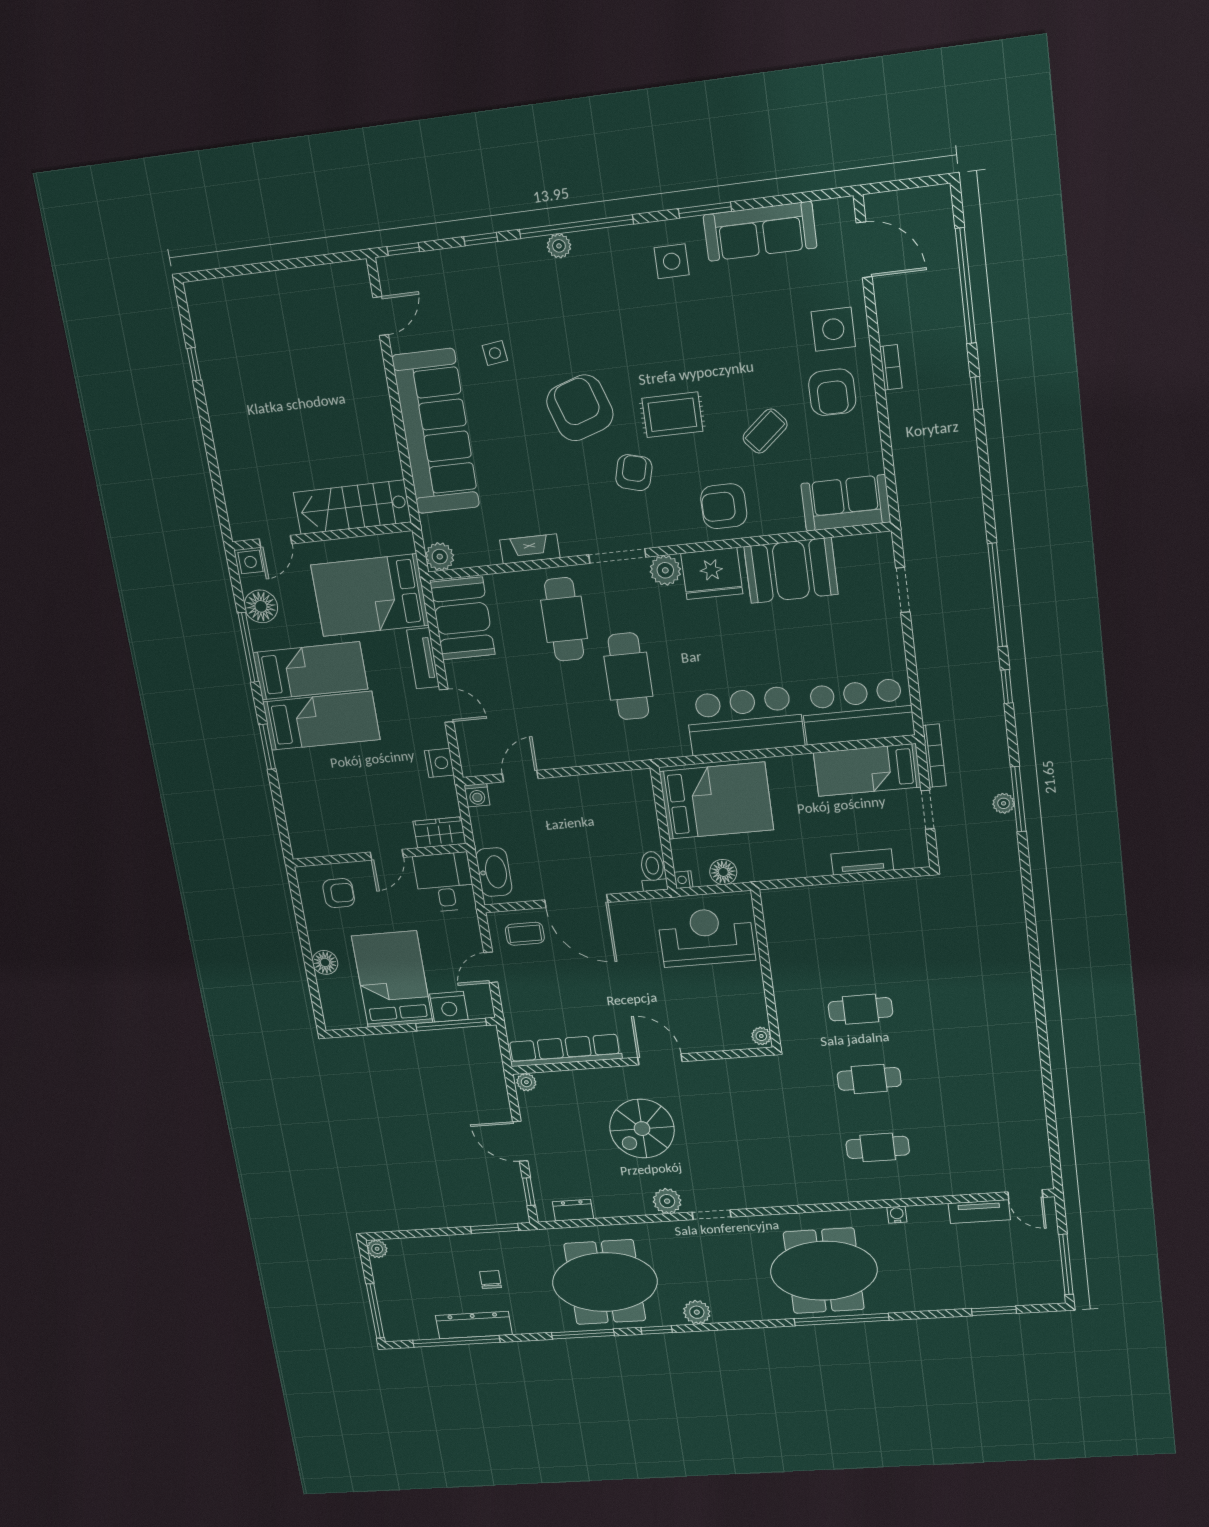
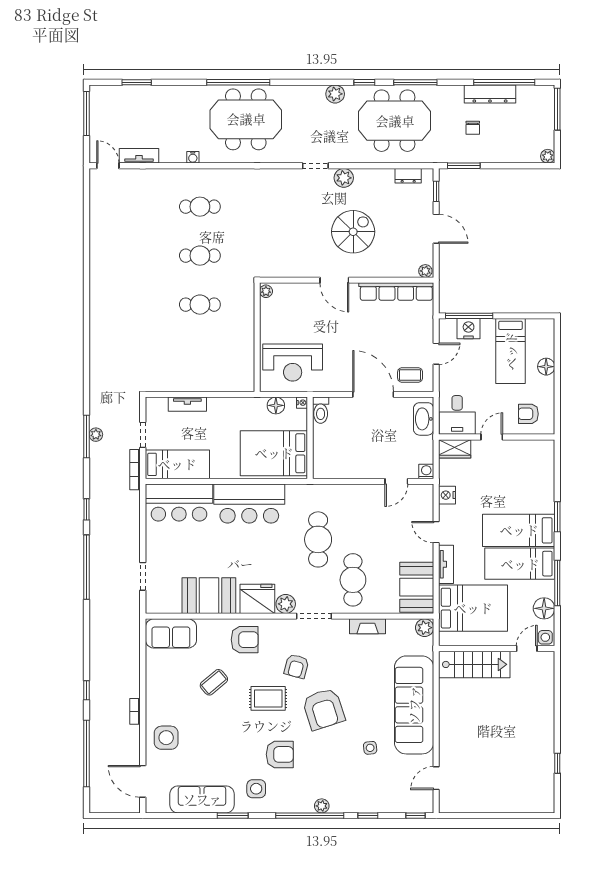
armchair: (832, 392) -> (280, 754), moved, turned 90
bed: (392, 979) -> (511, 351), width x0.67

